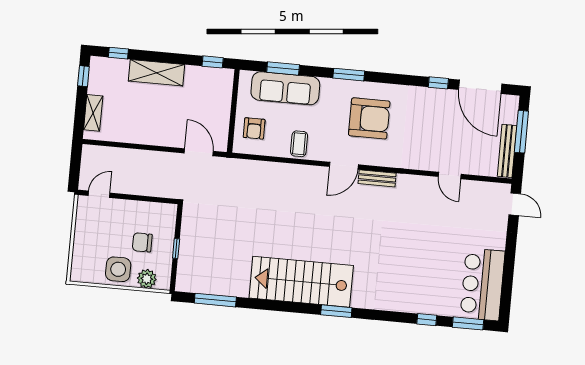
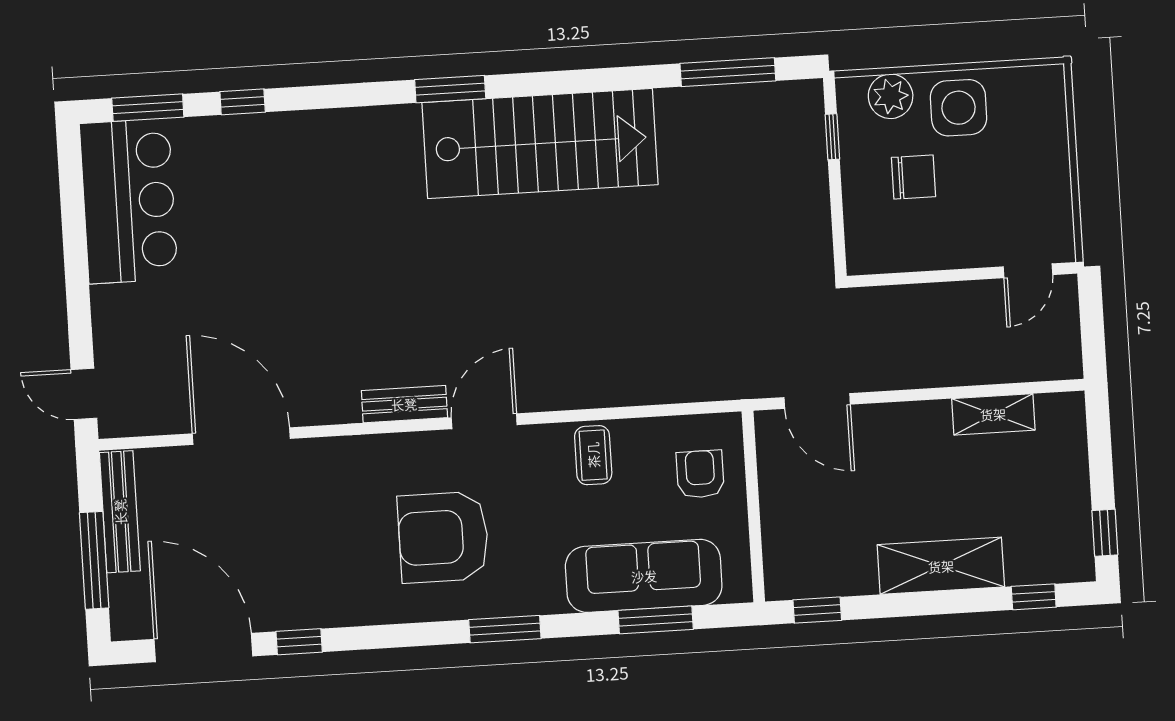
shelving: (93, 113) -> (993, 414), moved, turned 90
door: (450, 175) -> (241, 436), width x1.88
window: (176, 248) -> (832, 137), moved

